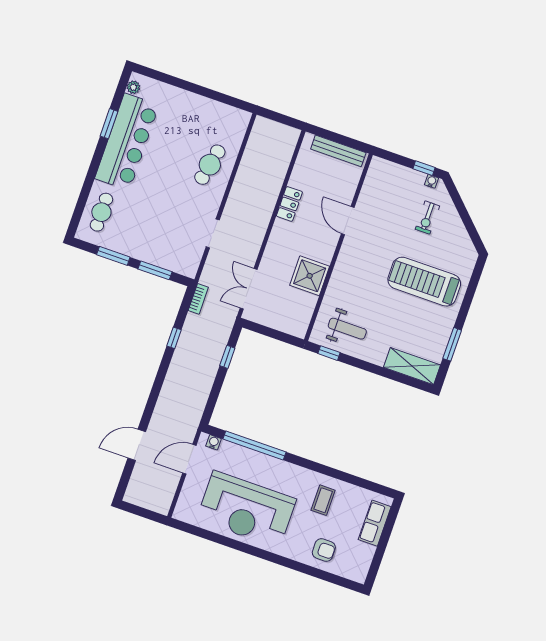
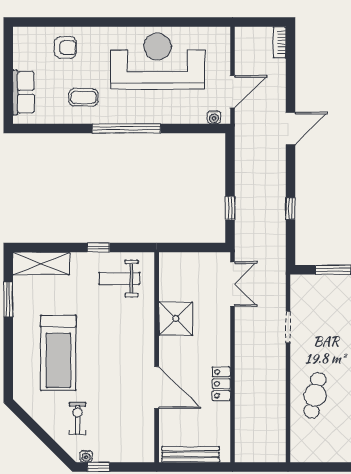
door: (348, 221) -> (157, 387), width x1.36
treadmill: (424, 282) -> (58, 353), turned 90
bookcase: (198, 299) -> (280, 42), moved
window: (329, 353) -> (98, 248), moved
door: (137, 445) -> (290, 128), moved
window: (254, 445) -> (126, 128), moved
coffee table: (323, 500) -> (83, 97), turned 90
armchair: (324, 550) -> (65, 48), turned 180

